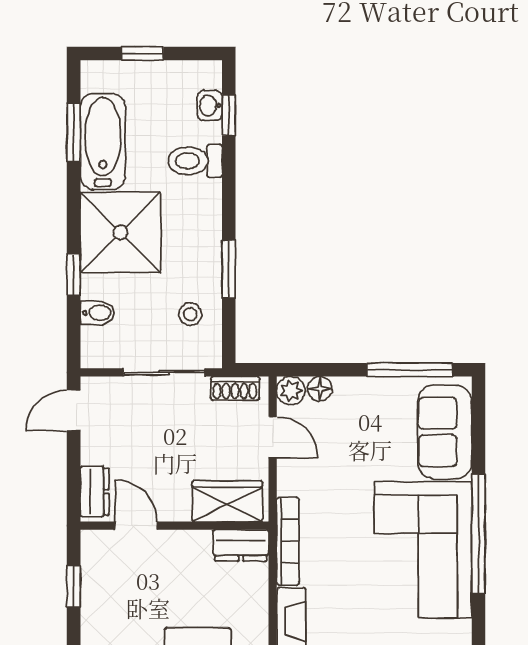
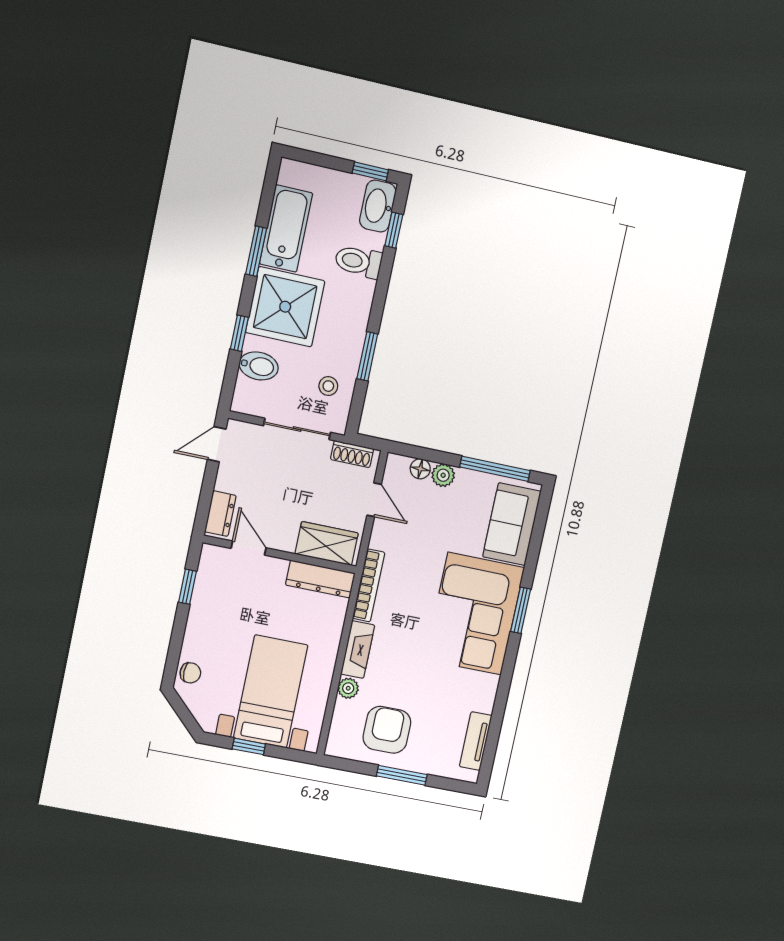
window: (142, 53) -> (370, 171), moved
washbasin: (210, 106) -> (378, 206), width x1.91, depth x1.45
window: (74, 132) -> (256, 251), moved
bidet: (98, 313) -> (259, 366), width x1.38, depth x1.36
plant: (291, 391) -> (443, 475), moved
window: (479, 534) -> (521, 610), width x0.47
dresser: (241, 545) -> (320, 579), width x1.44

